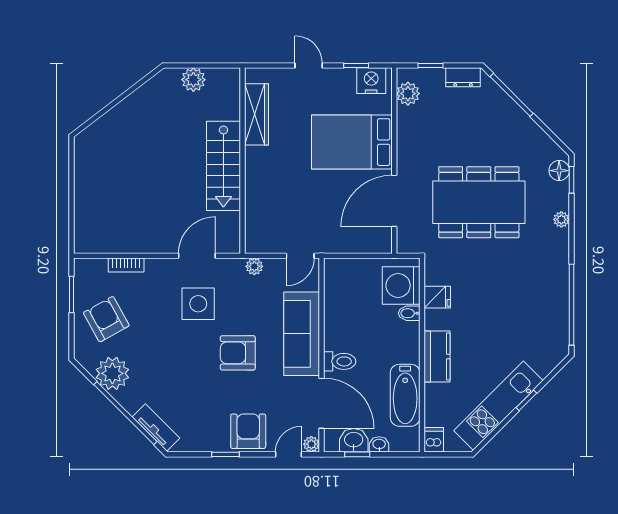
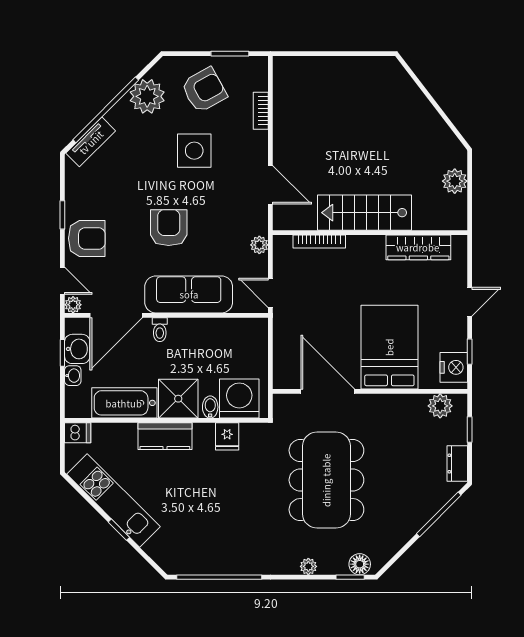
bookcase: (251, 209) -> (319, 241), added
side table: (198, 304) -> (194, 151), moved
shower: (401, 344) -> (178, 399), added
toilet: (340, 361) -> (160, 330), width x0.73, depth x0.72

